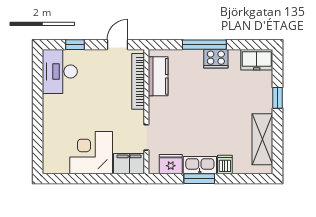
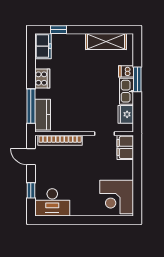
window: (204, 45) -> (31, 106), moved
kitchen counter: (158, 76) -> (43, 115), moved, turned 90
window: (278, 98) -> (59, 30), moved
corner desk: (91, 153) -> (117, 197), moved
window: (199, 179) -> (137, 79), moved

